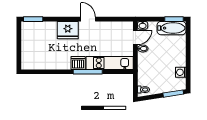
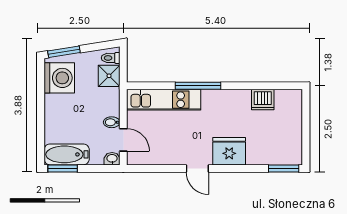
door: (135, 37) -> (123, 140), swing flipped
dishwasher: (78, 63) -> (263, 100), moved
washing machine: (181, 72) -> (59, 78), width x1.89, depth x1.89
shower: (144, 78) -> (109, 76), added

